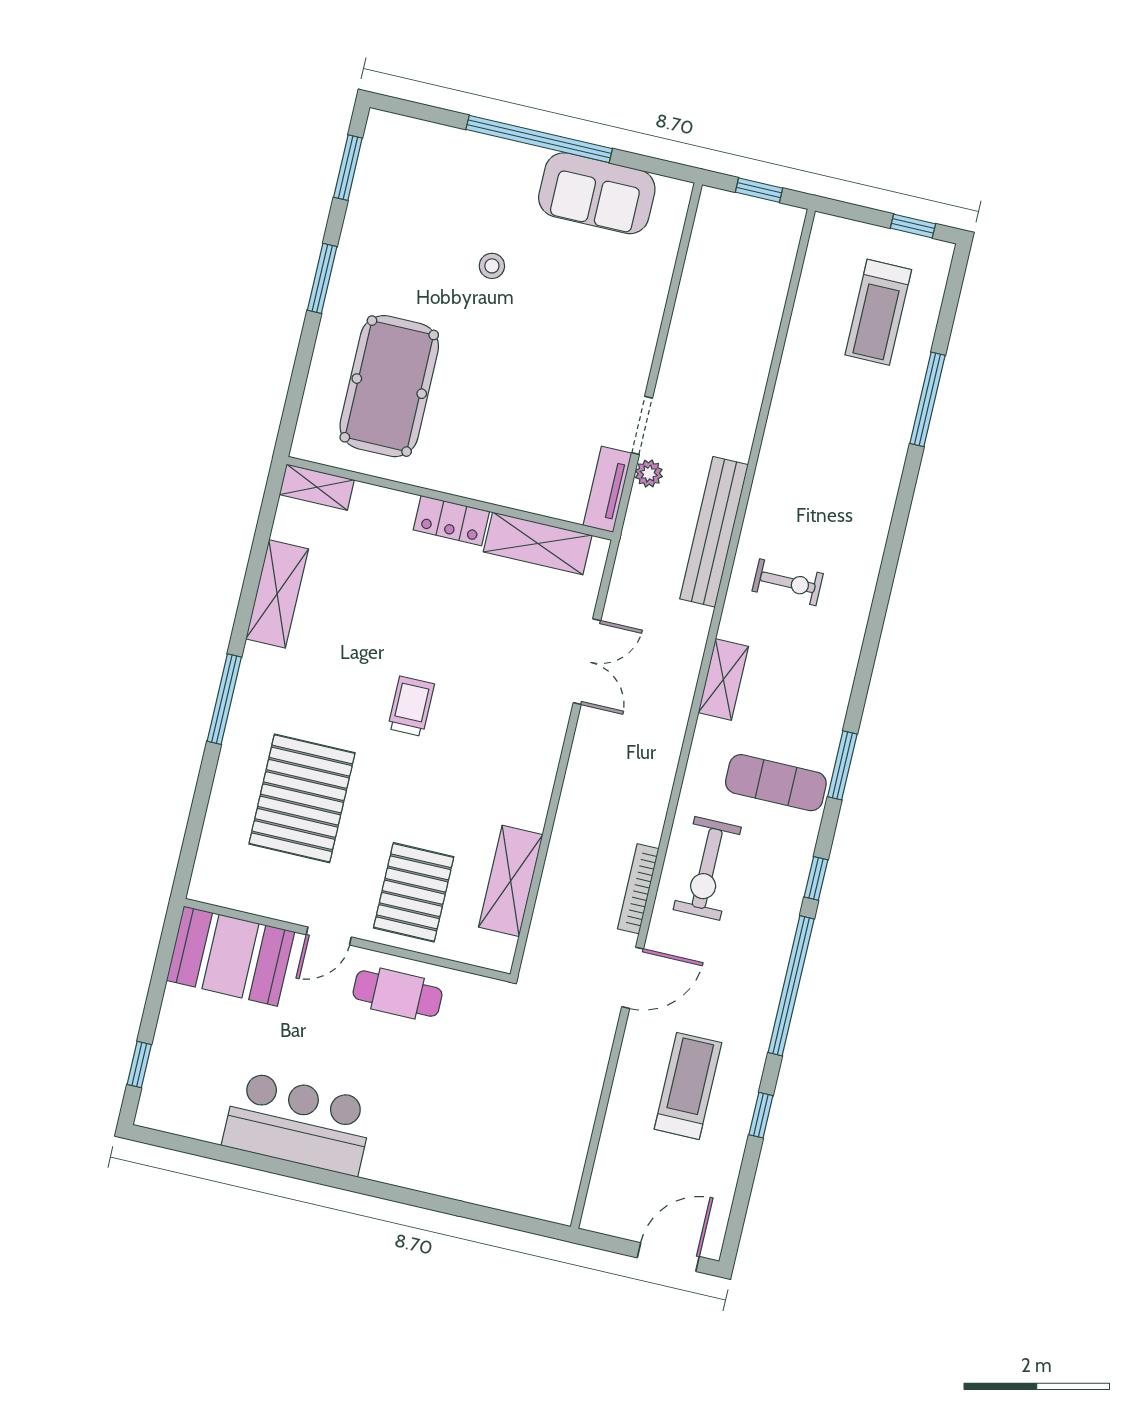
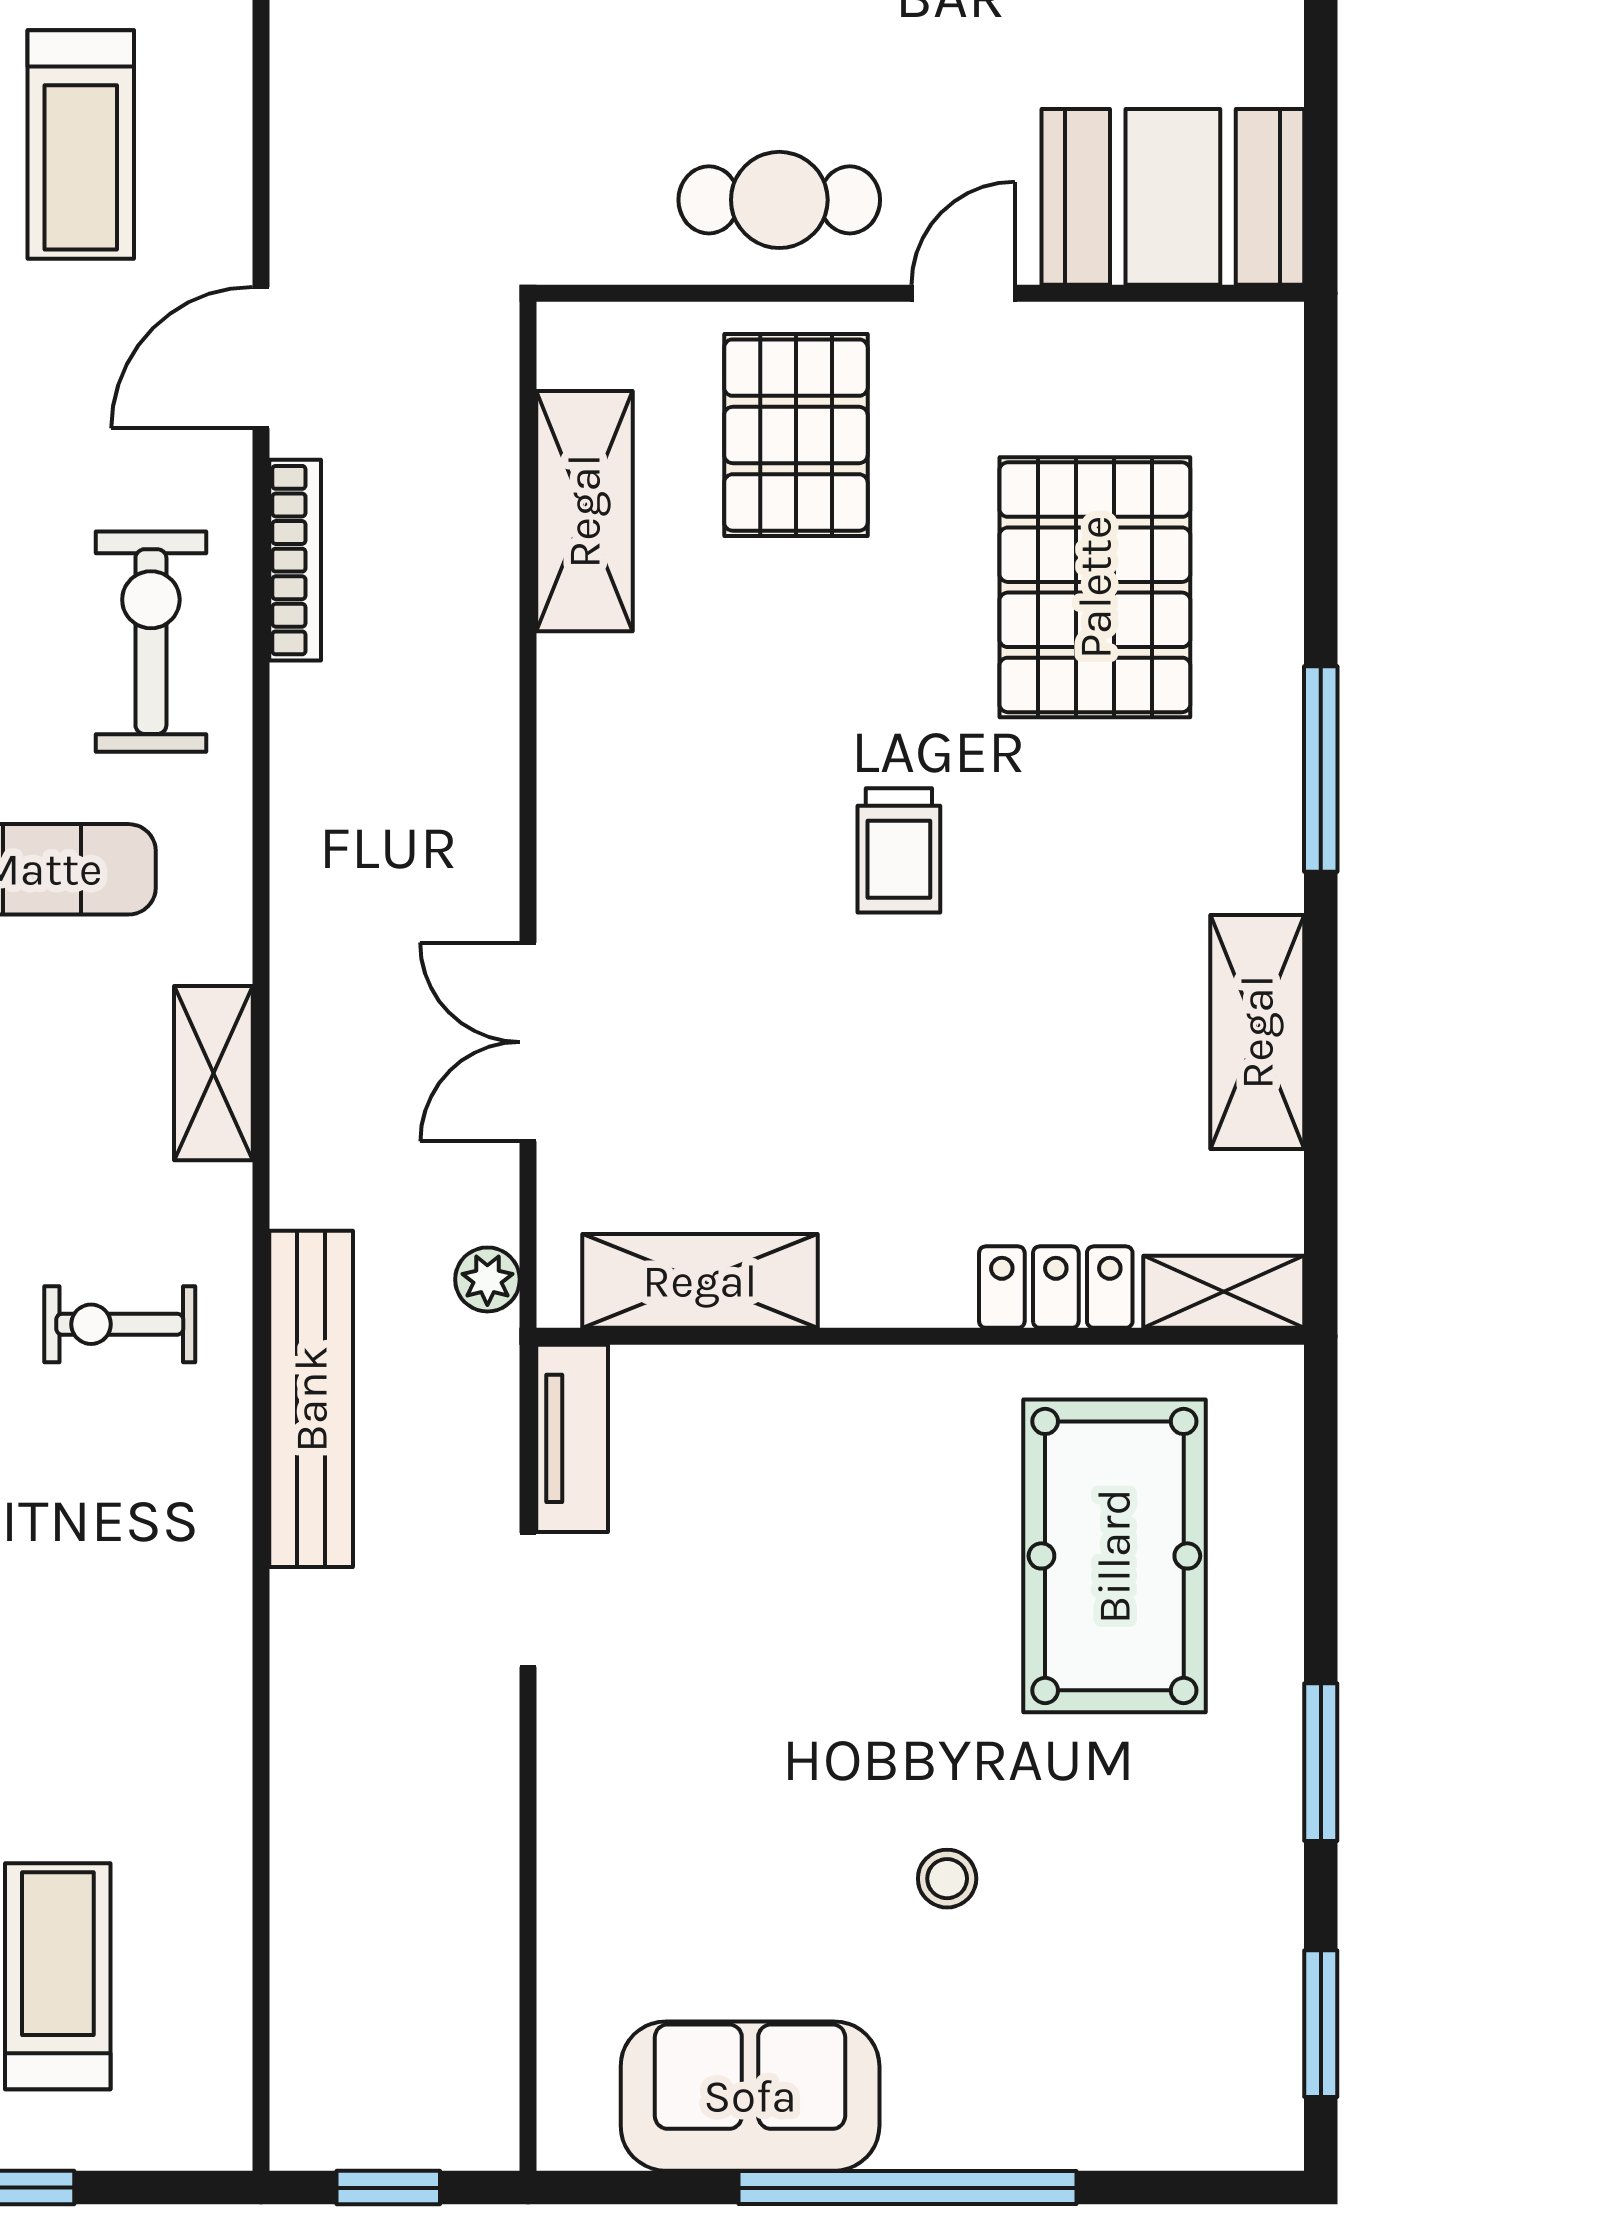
plant: (649, 474) -> (487, 1279), moved
locker: (451, 521) -> (1056, 1287), moved

